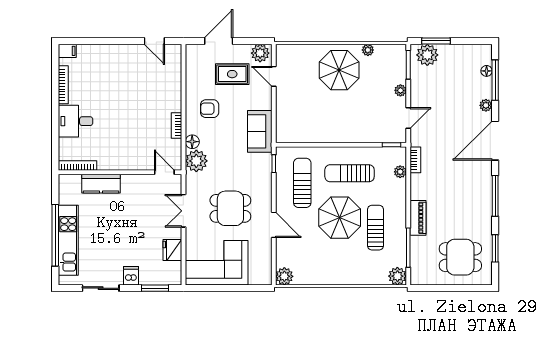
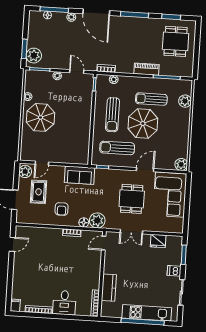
corner sofa: (217, 263) -> (170, 195), moved
plant: (397, 276) -> (185, 101), moved

